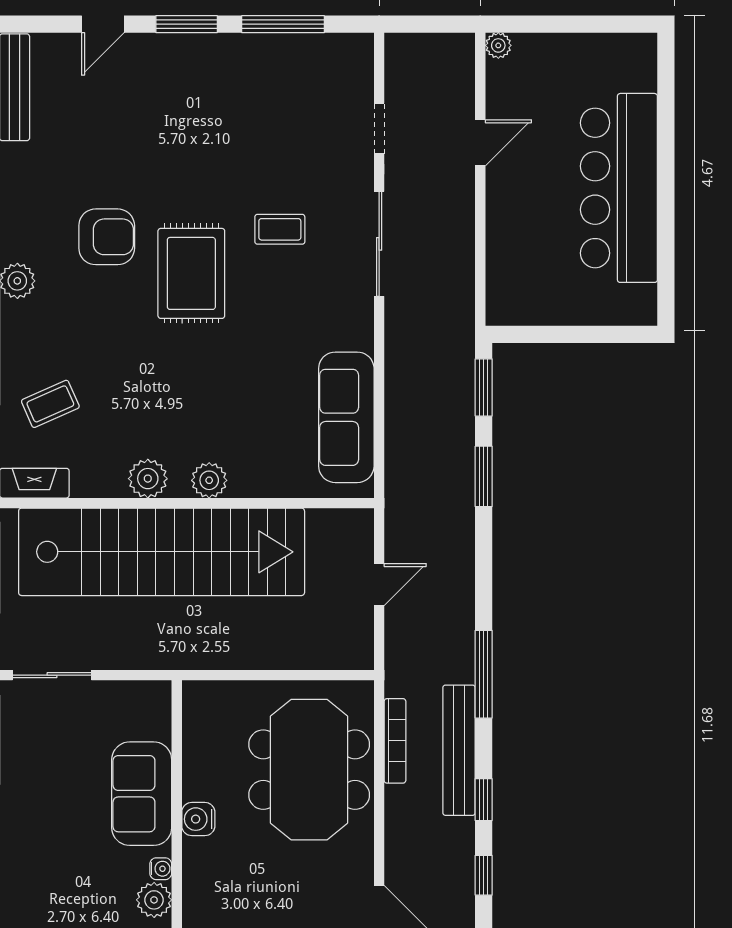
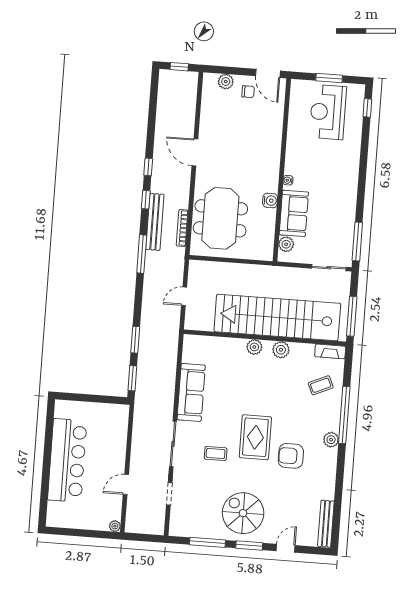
spiral stairs: (206, 97) -> (243, 513), added
sofa: (346, 417) -> (191, 392), moved
plant: (154, 900) -> (286, 244), moved

